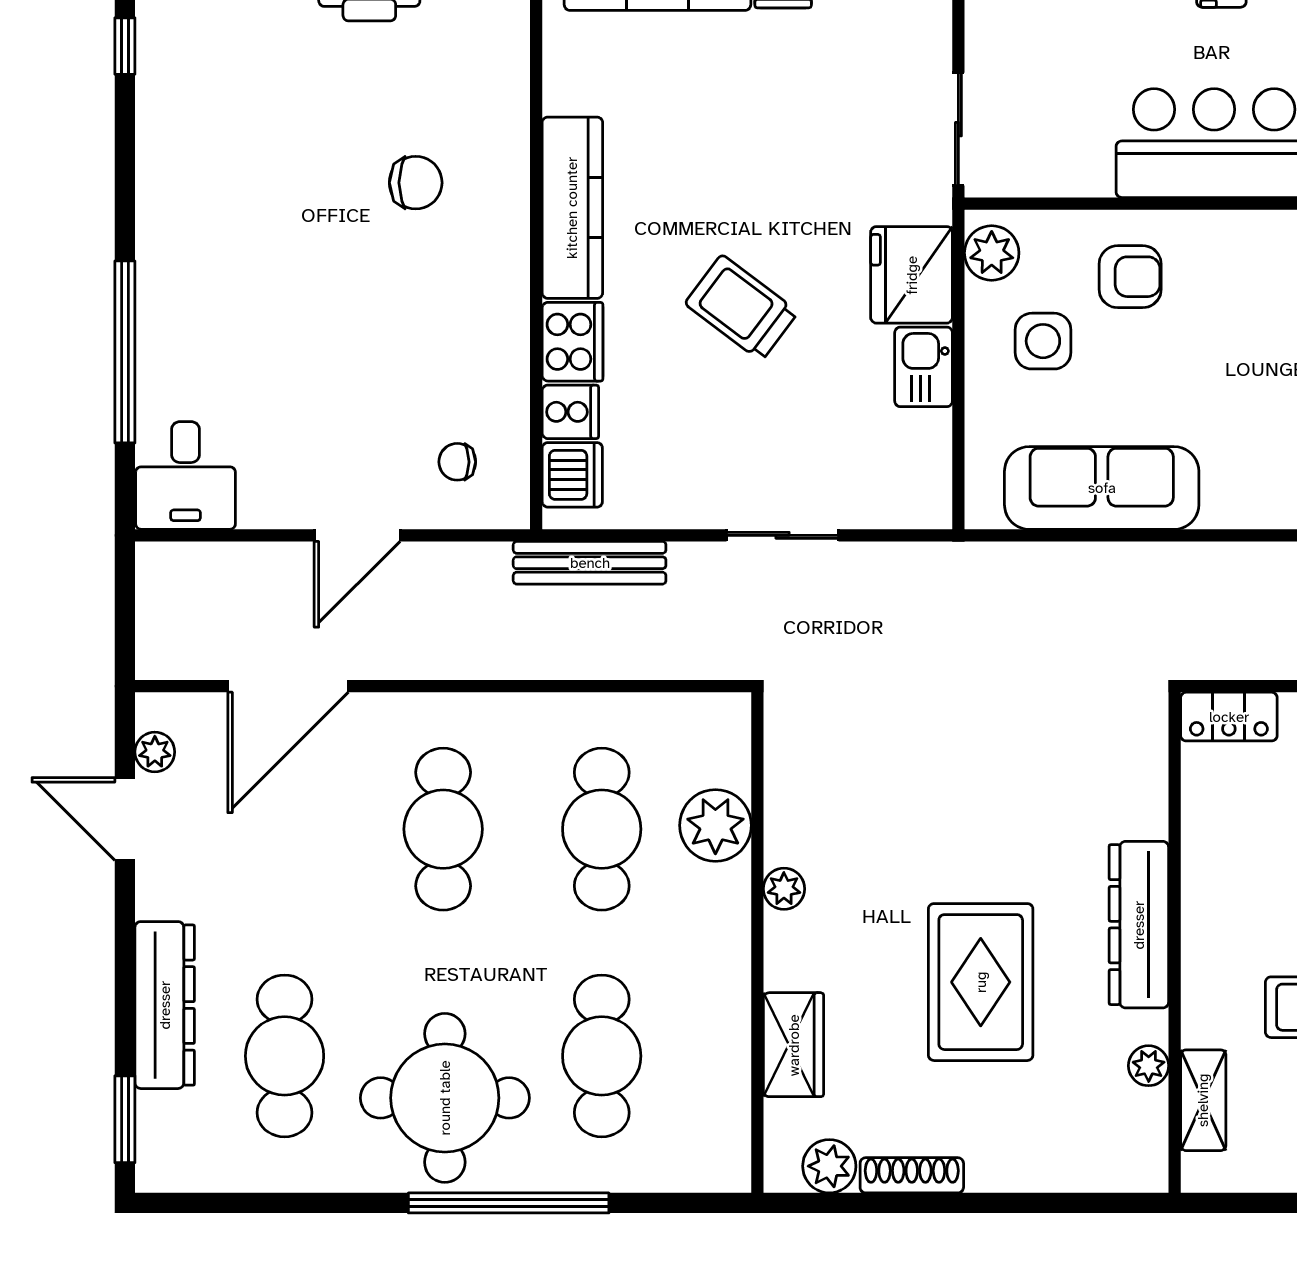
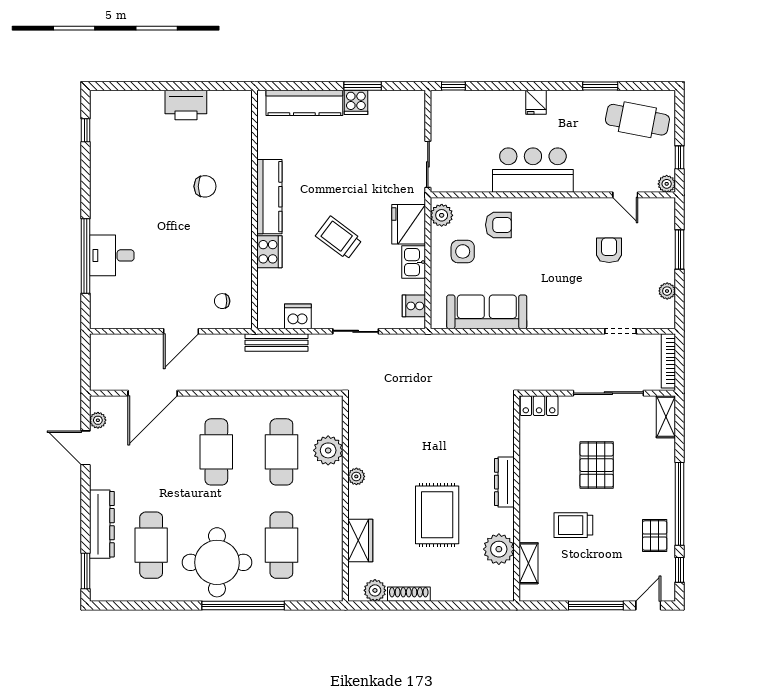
cooker: (570, 412) -> (414, 306), moved, turned 180
desk: (186, 475) -> (112, 255), moved, turned 90
dishwasher: (572, 475) -> (298, 316), moved, turned -90
dresser: (1139, 925) -> (504, 482), width x0.73, depth x0.80
plant: (1149, 1066) -> (499, 549), width x1.87, depth x1.87

